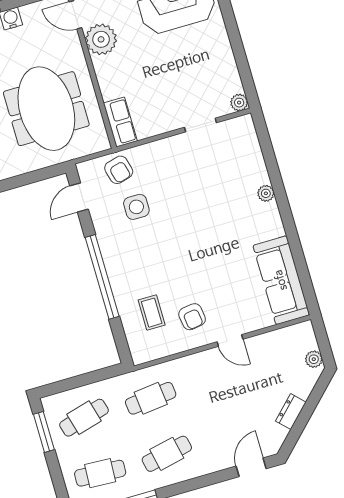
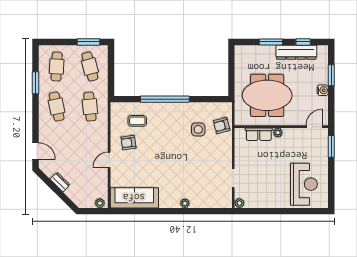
plant: (101, 39) -> (278, 133), moved, width x0.53, depth x0.53
row of seats: (120, 122) -> (259, 134), moved
door: (79, 197) -> (213, 99), removed
plant: (314, 359) -> (100, 203), moved

